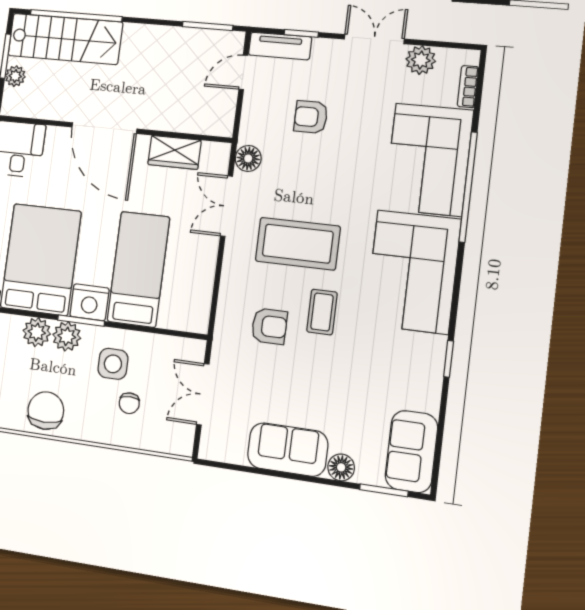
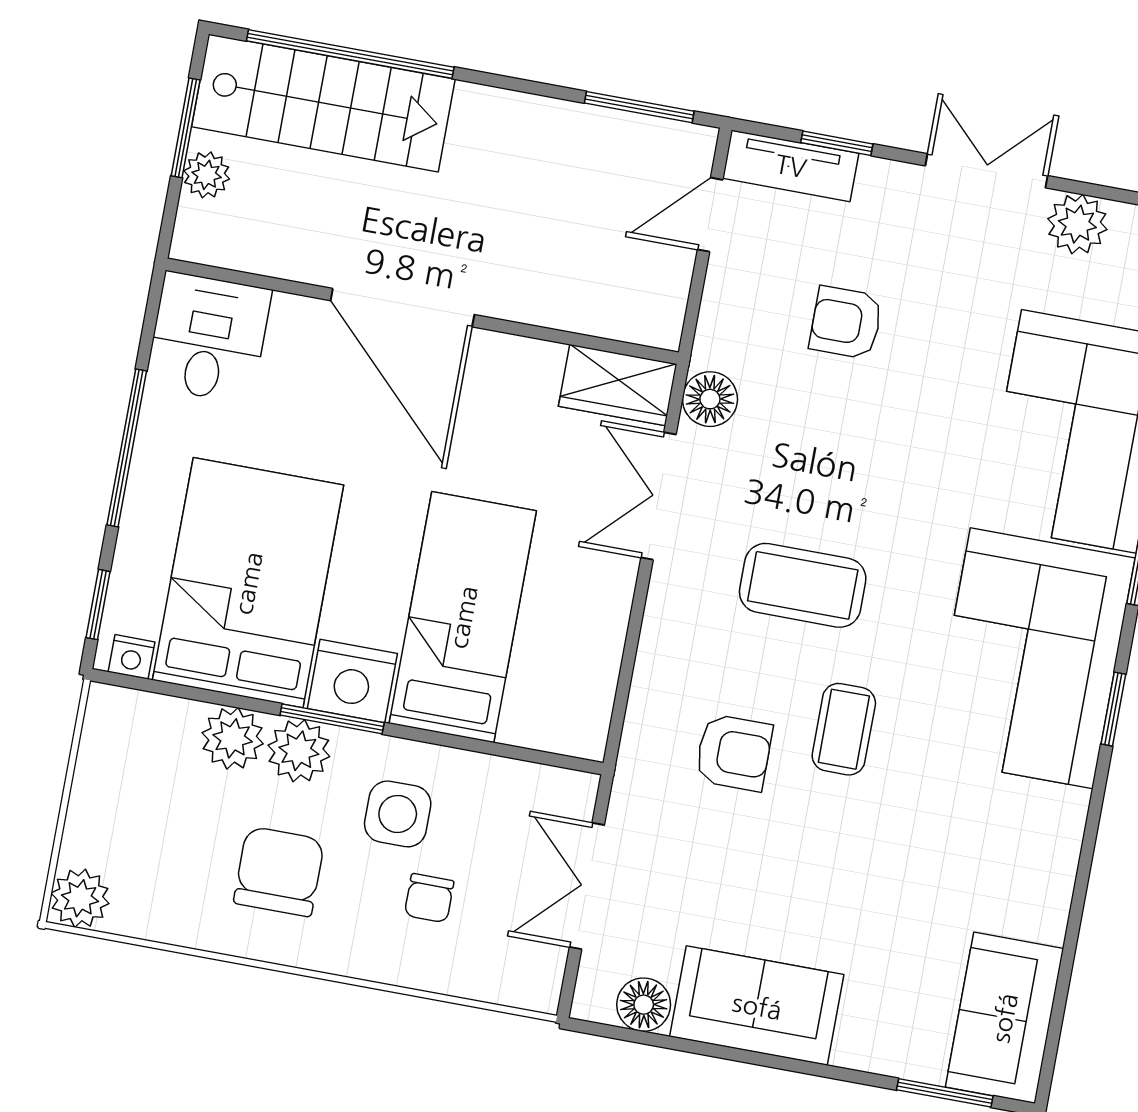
wardrobe: (174, 152) -> (618, 385), moved
coffee table: (298, 244) -> (803, 585), width x0.73, depth x0.76
window: (449, 359) -> (1113, 709), moved
chair: (46, 411) -> (279, 872), moved
floor lamp: (341, 467) -> (644, 1005), moved

